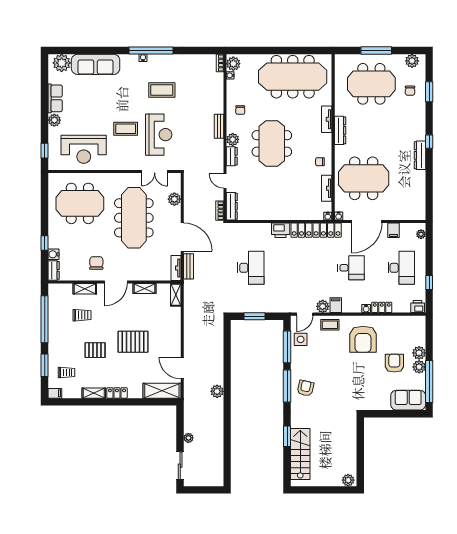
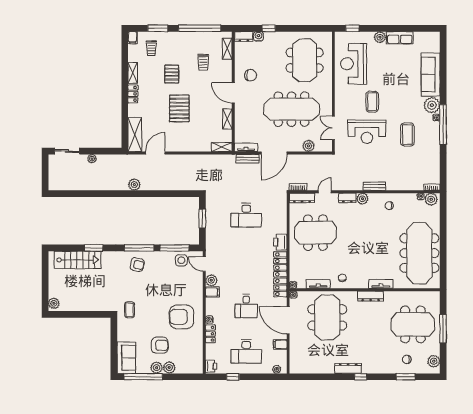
plant: (62, 63) -> (432, 105), moved
meeting table: (371, 84) -> (413, 324), turned 90
meeting table: (272, 143) -> (315, 233), moved
shelving: (85, 289) -> (227, 49), moved
coffee table: (330, 325) -> (130, 310), moved

